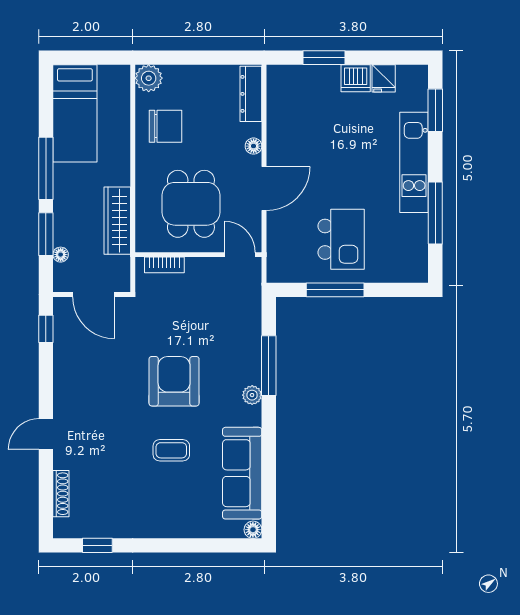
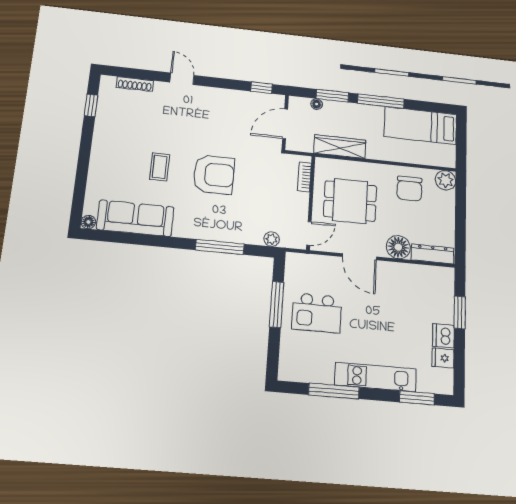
floor lamp: (254, 146) -> (398, 247), width x1.89, depth x1.89
plant: (252, 395) -> (272, 239), moved

